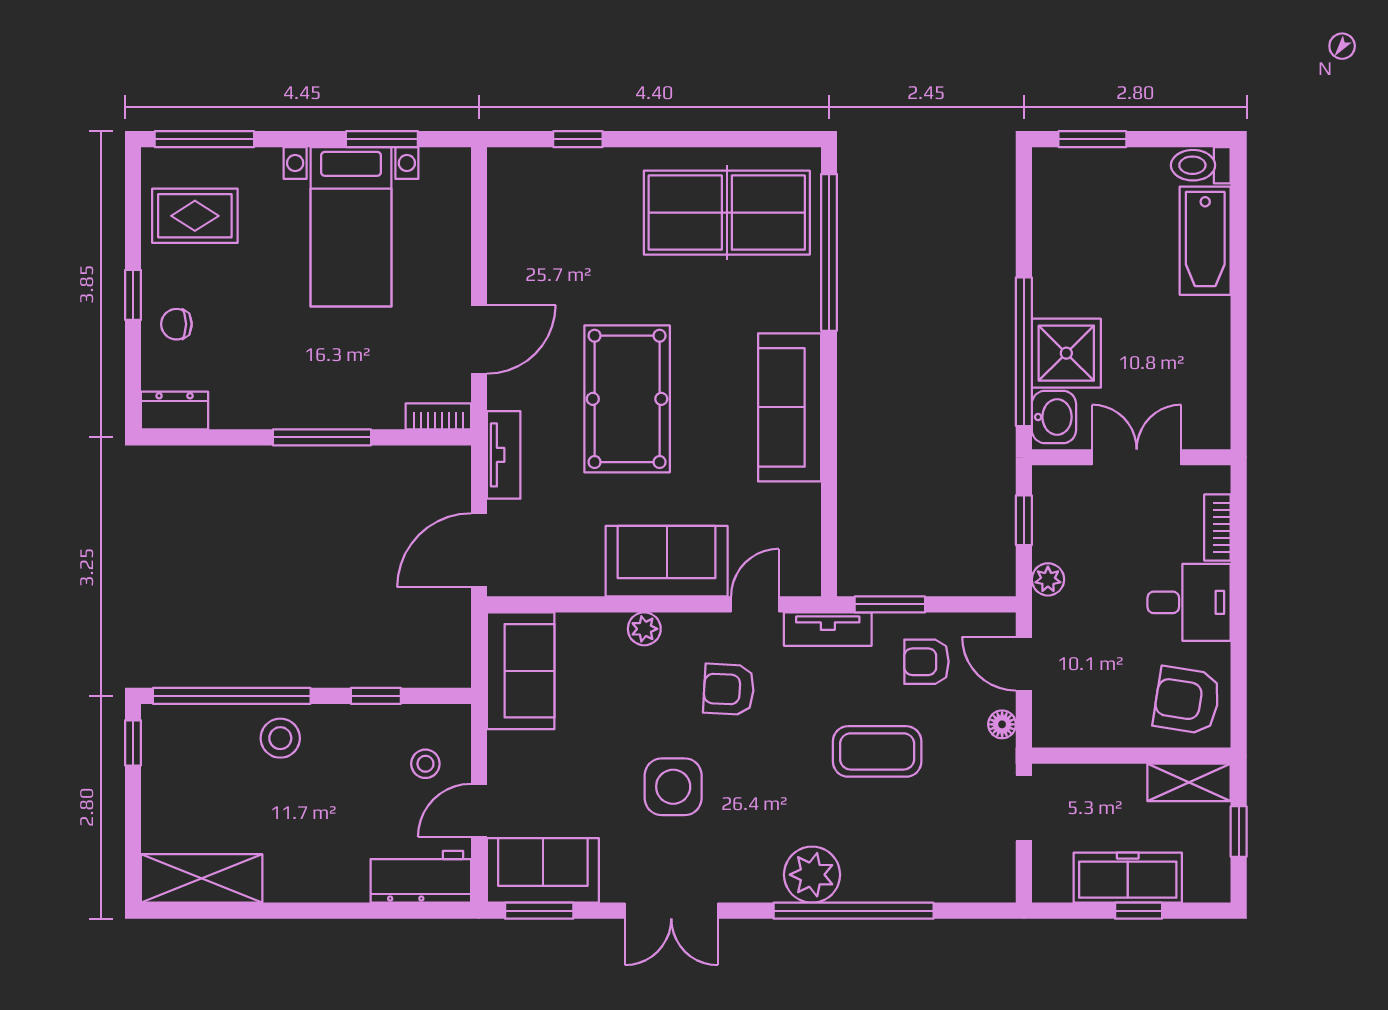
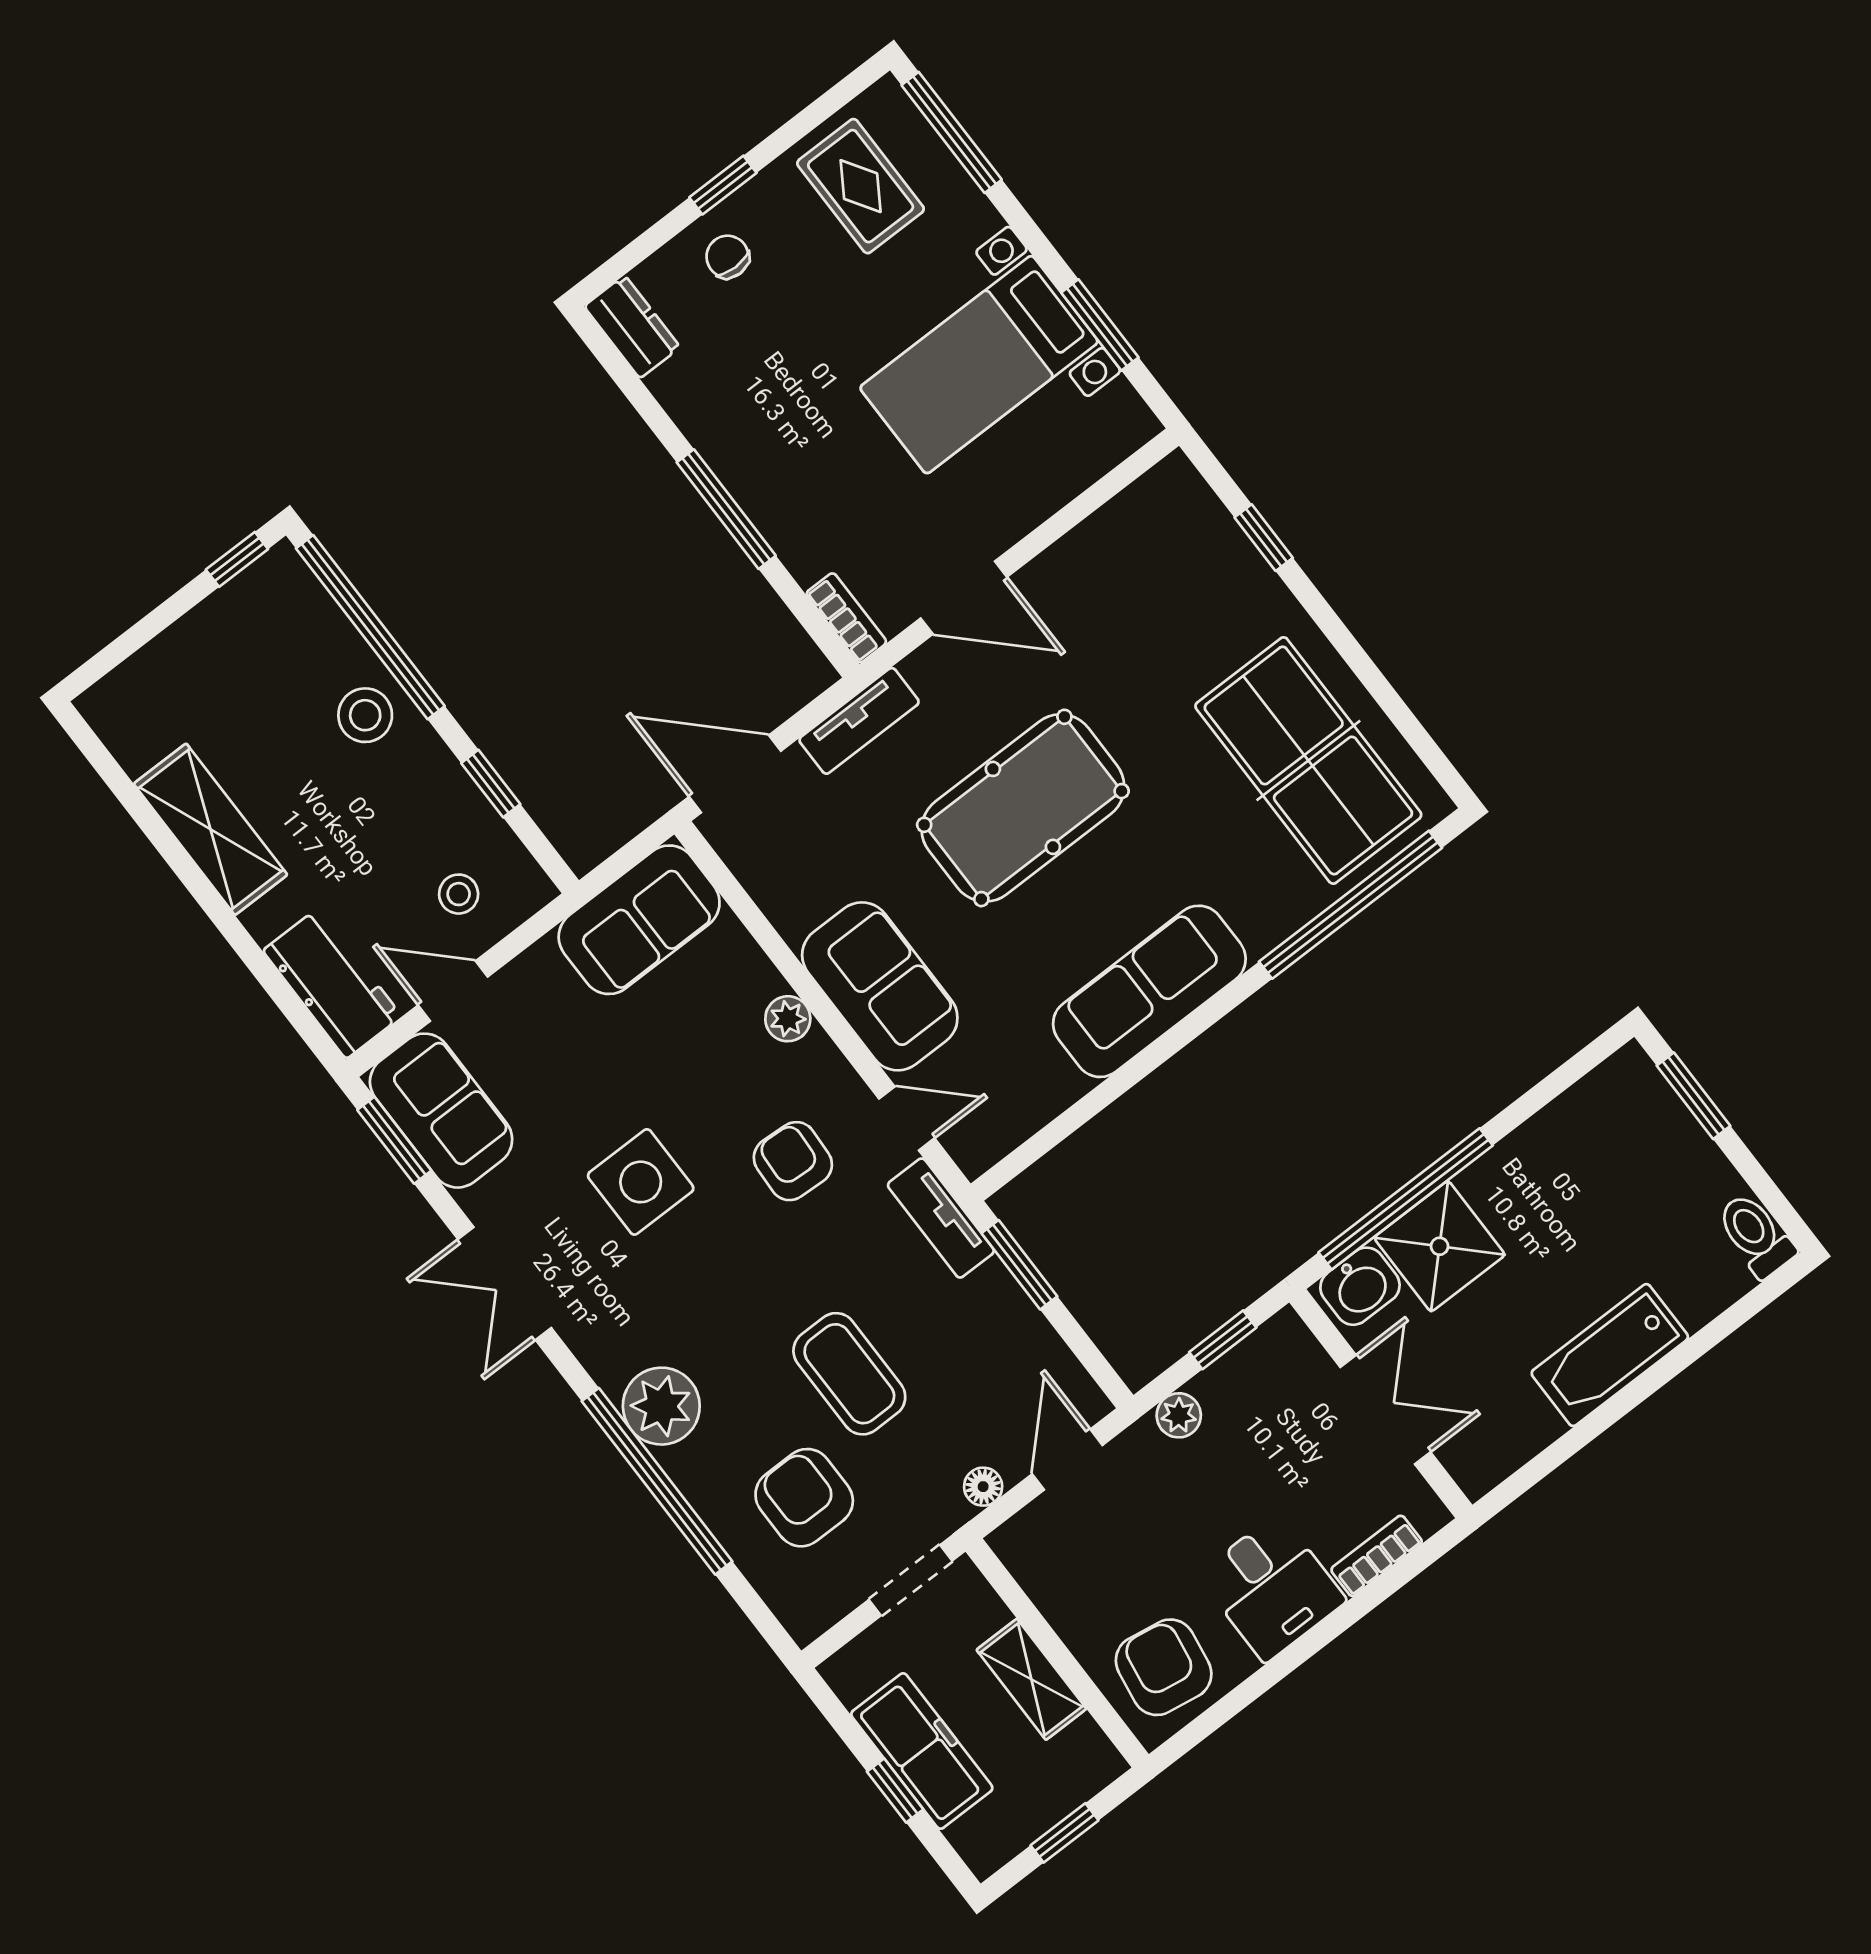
bathtub: (1205, 241) -> (1610, 1355), moved
armchair: (926, 662) -> (804, 1498), moved, width x1.38, depth x1.38
shelving: (1189, 782) -> (1031, 1679), moved
shelving: (202, 878) -> (211, 829), moved

